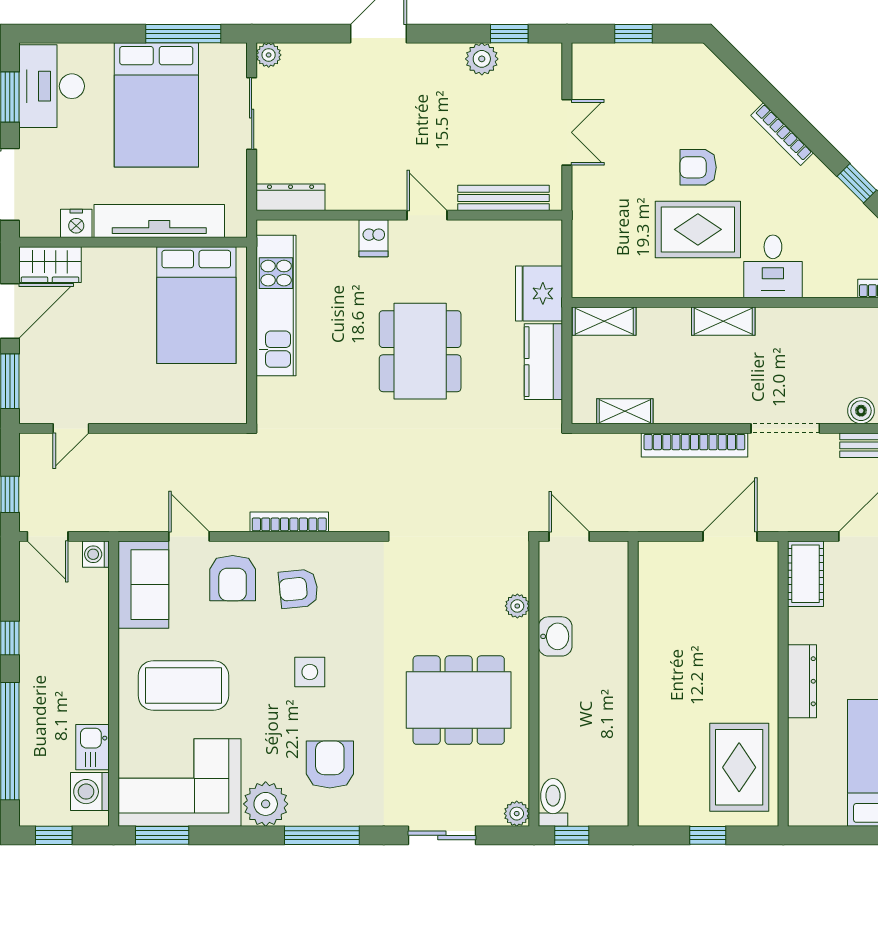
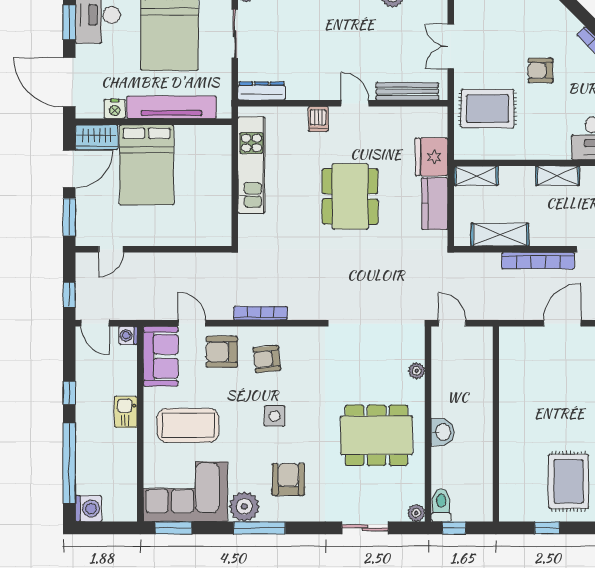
double door: (567, 132) -> (451, 47), swing flipped
rug: (698, 229) -> (488, 109), moved
bed: (196, 305) -> (147, 165), moved
shelving: (625, 411) -> (500, 235), width x1.50, depth x1.33
armchair: (233, 578) -> (222, 352), turned 90
washbasin: (555, 636) -> (443, 432), moved
kitchen sink: (93, 747) -> (126, 412), moved
washing machine: (90, 792) -> (89, 509), moved, turned 180
window: (54, 835) -> (99, 528), removed
window: (322, 835) -> (259, 528), moved

